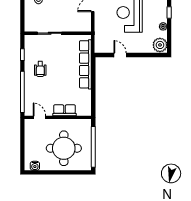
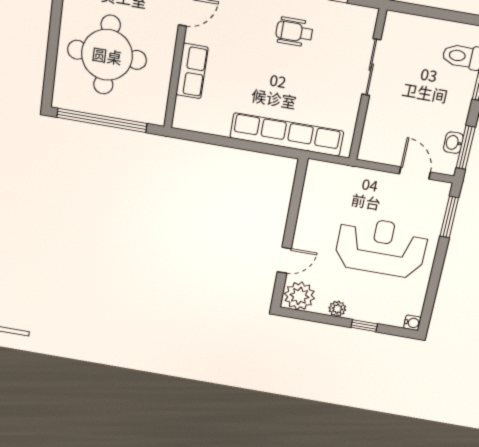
door: (120, 55) -> (284, 260), moved

